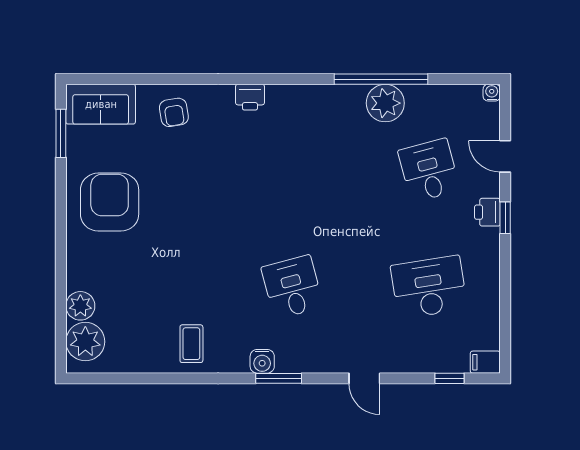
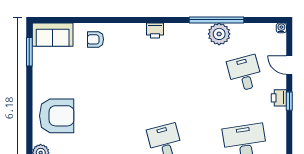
printer: (250, 97) -> (155, 31), moved
armchair: (174, 112) -> (95, 39), turned 99
armchair: (110, 202) -> (57, 116), moved, turned 90

